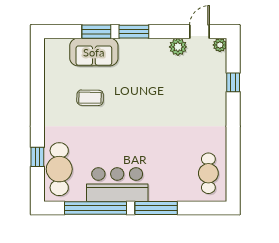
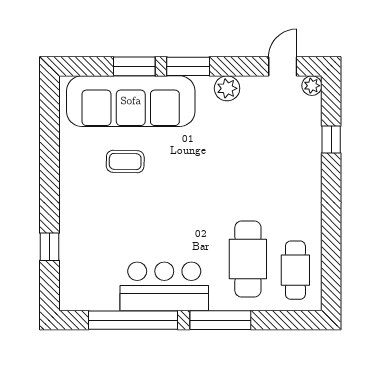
plant: (178, 47) -> (227, 88), moved
sofa: (94, 52) -> (131, 101), width x1.85, depth x1.27
cafe table: (59, 169) -> (248, 259), moved

